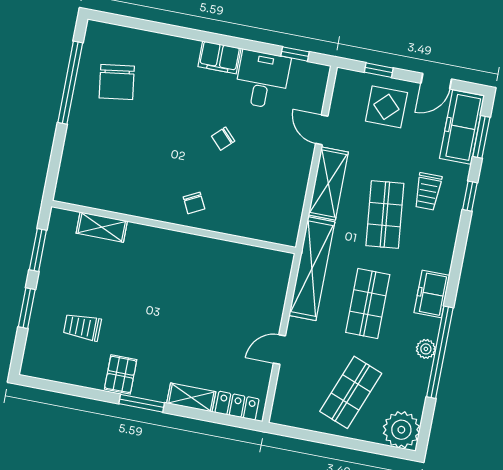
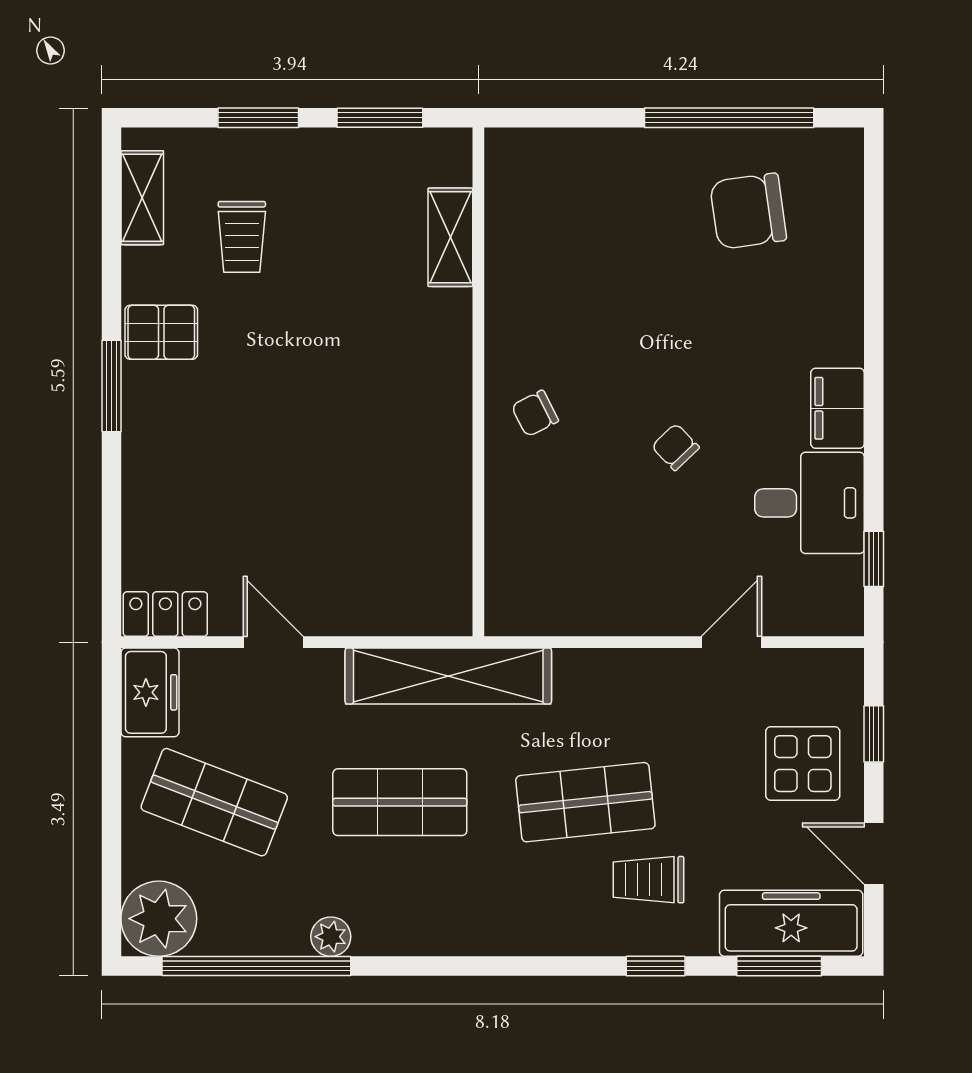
shelving: (328, 183) -> (626, 676), removed
freezer: (432, 294) -> (150, 692), moved, turned 90
trolley: (82, 327) -> (242, 237), turned 180
window: (440, 352) -> (256, 966), moved
shelving: (191, 397) -> (142, 198), moved
locker: (237, 406) -> (165, 614), moved, turned -90

